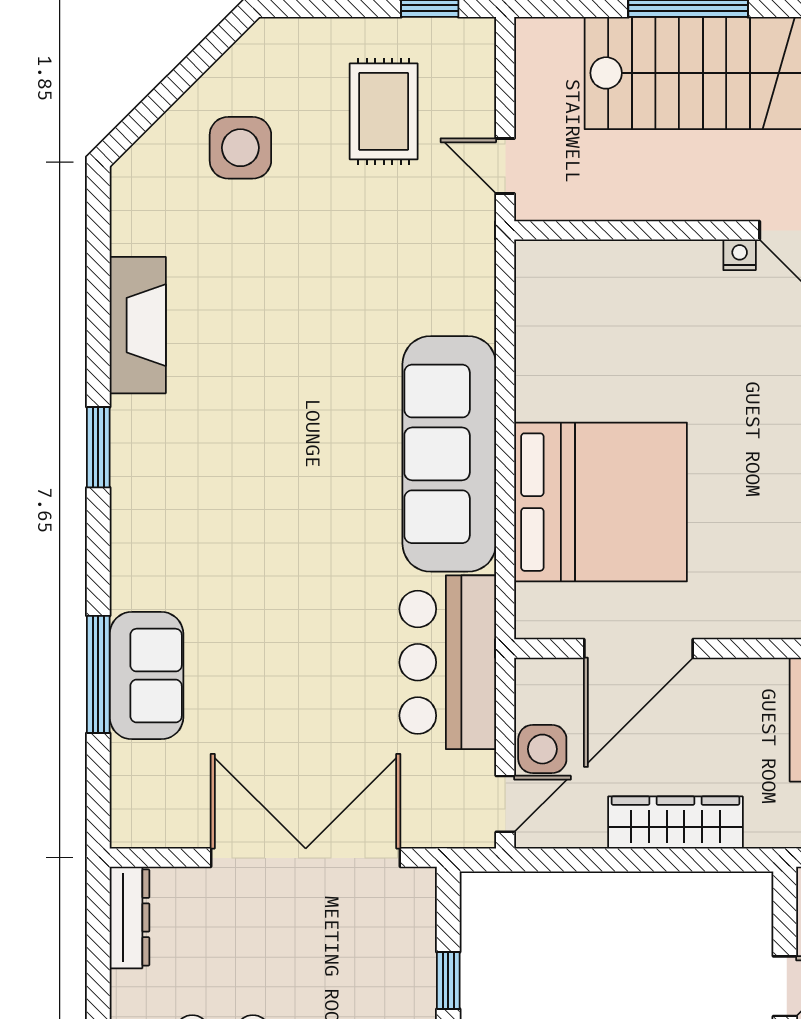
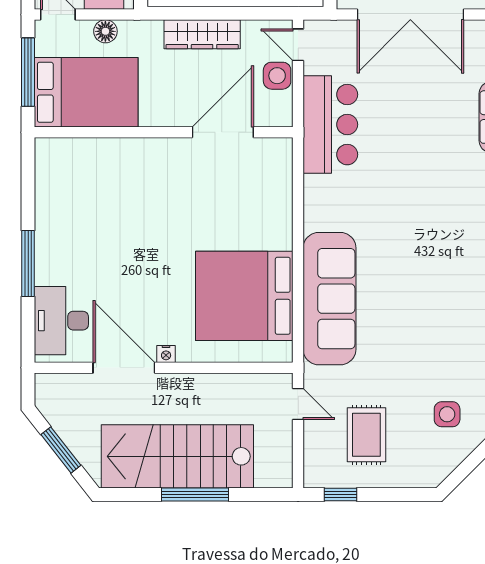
side table: (240, 148) -> (447, 414), width x0.73, depth x0.73
sofa: (449, 454) -> (329, 299), moved
bed: (601, 502) -> (244, 296), moved
door: (505, 804) -> (298, 45), hinge flipped

